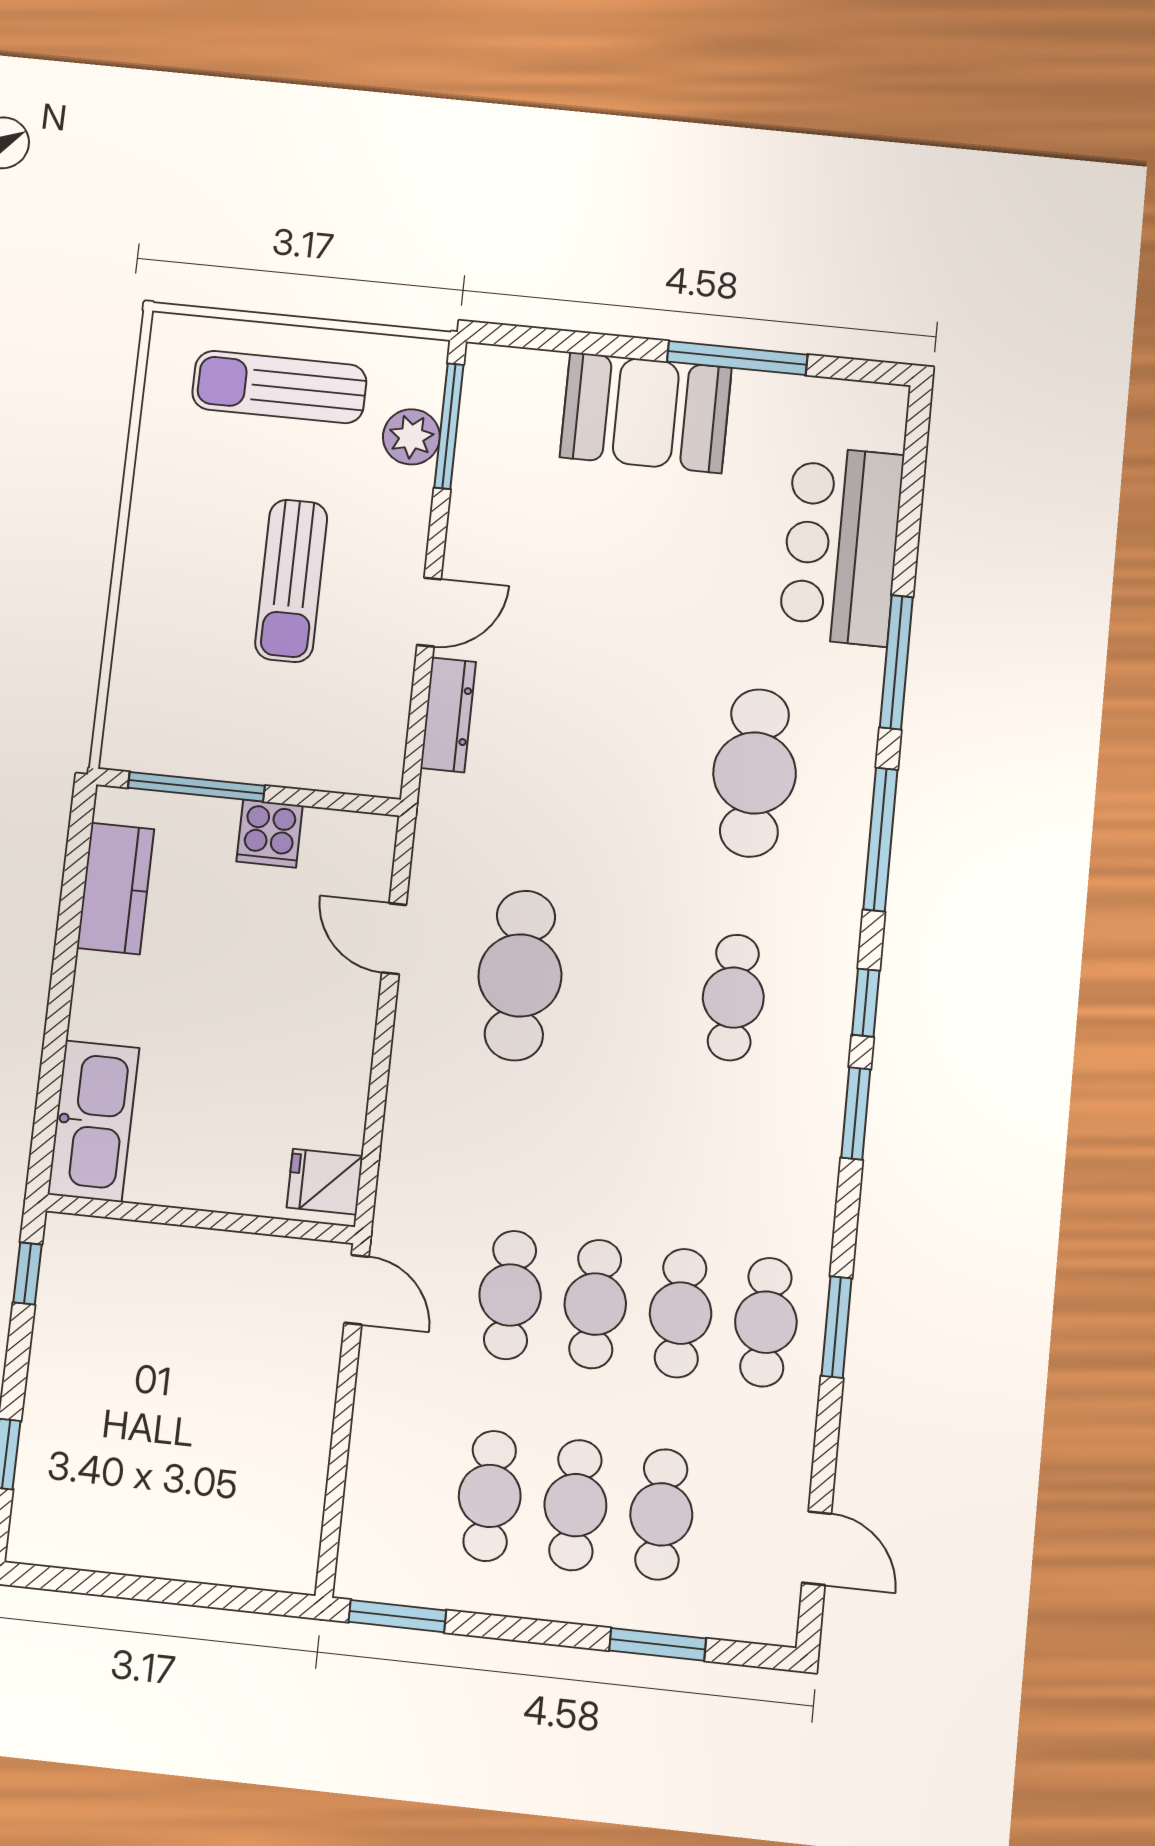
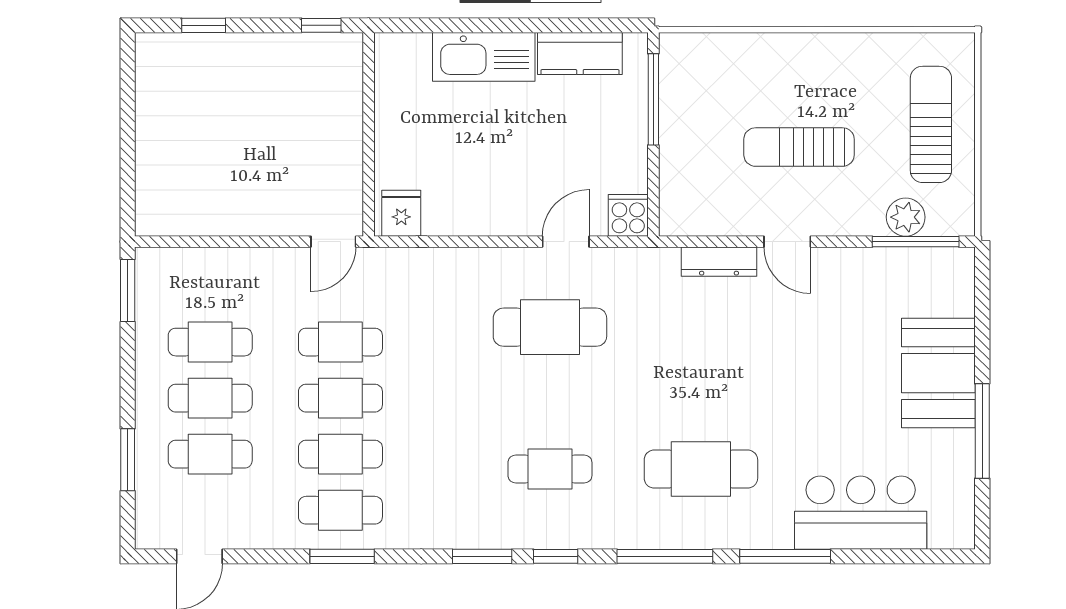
cooker: (270, 834) -> (628, 215), moved, turned 90
kitchen sink: (94, 1121) -> (484, 57), moved

